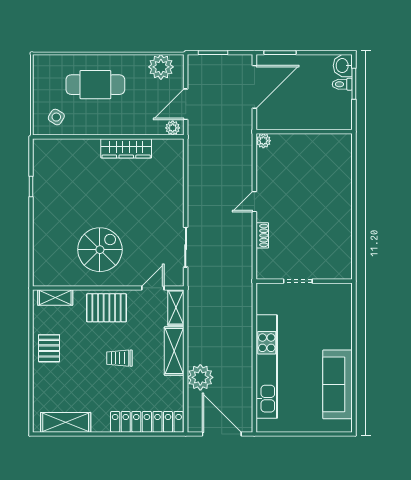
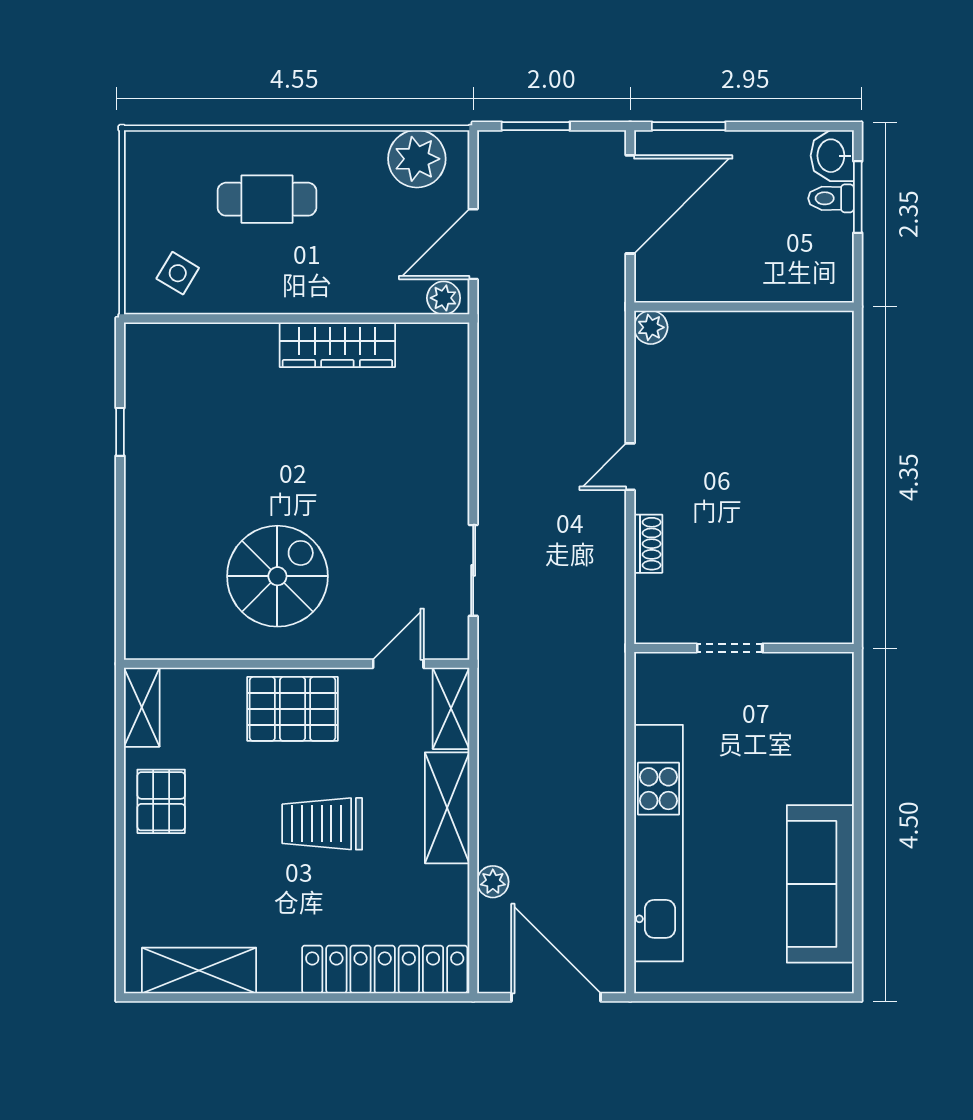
cafe table: (95, 85) -> (267, 199), width x0.73, depth x0.74
shelving: (55, 298) -> (142, 707), moved, turned 90
trolley: (120, 358) -> (322, 824), width x1.36, depth x1.39
plant: (200, 377) -> (493, 882), width x0.53, depth x0.53

